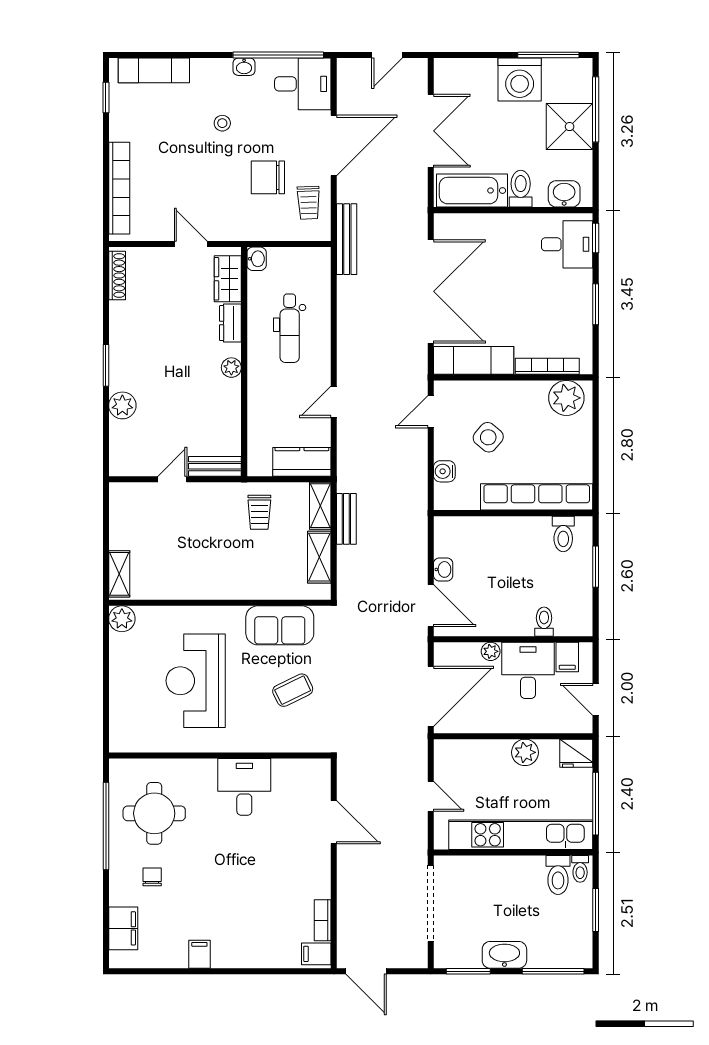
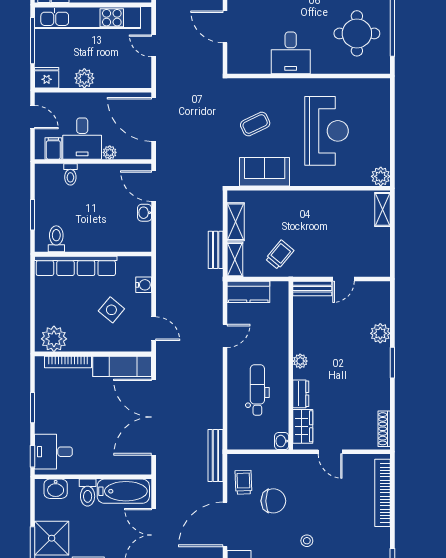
door: (431, 412) -> (154, 329), hinge flipped
trolley: (259, 512) -> (280, 255), turned 40
door: (431, 696) -> (154, 119), hinge flipped

